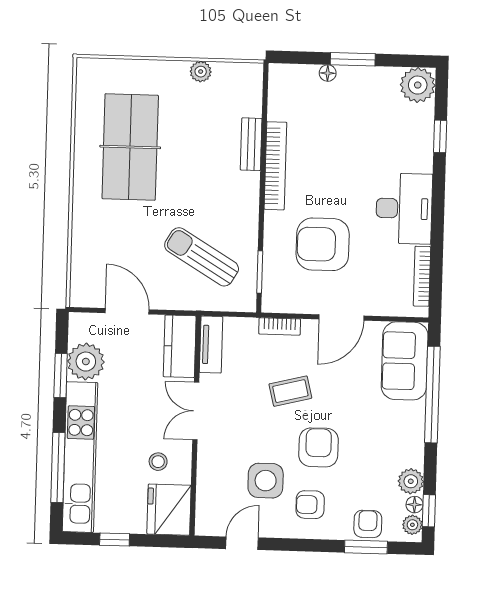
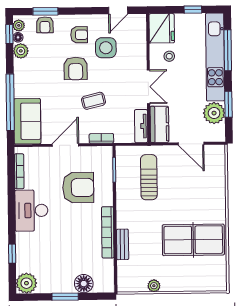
floor lamp: (328, 73) -> (84, 284), width x1.89, depth x1.89
table tennis table: (130, 147) -> (193, 240), turned 90
sun lounger: (202, 257) -> (149, 177), turned -121

